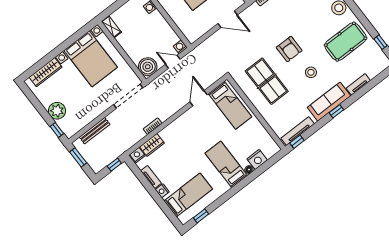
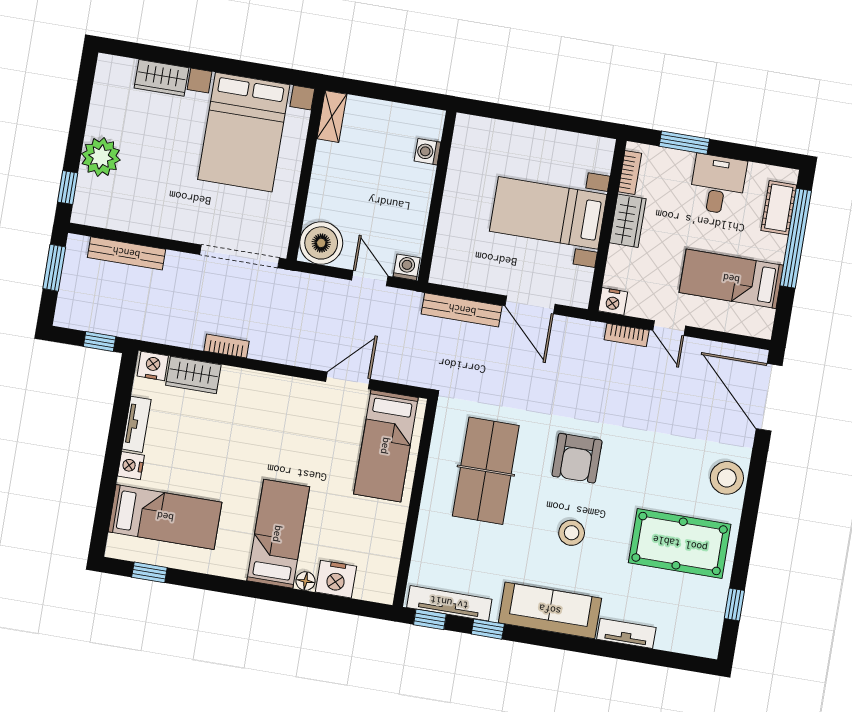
bench: (209, 42) -> (462, 310), added
wardrobe: (46, 72) -> (161, 78), width x0.67
window: (336, 111) -> (488, 629), moved

